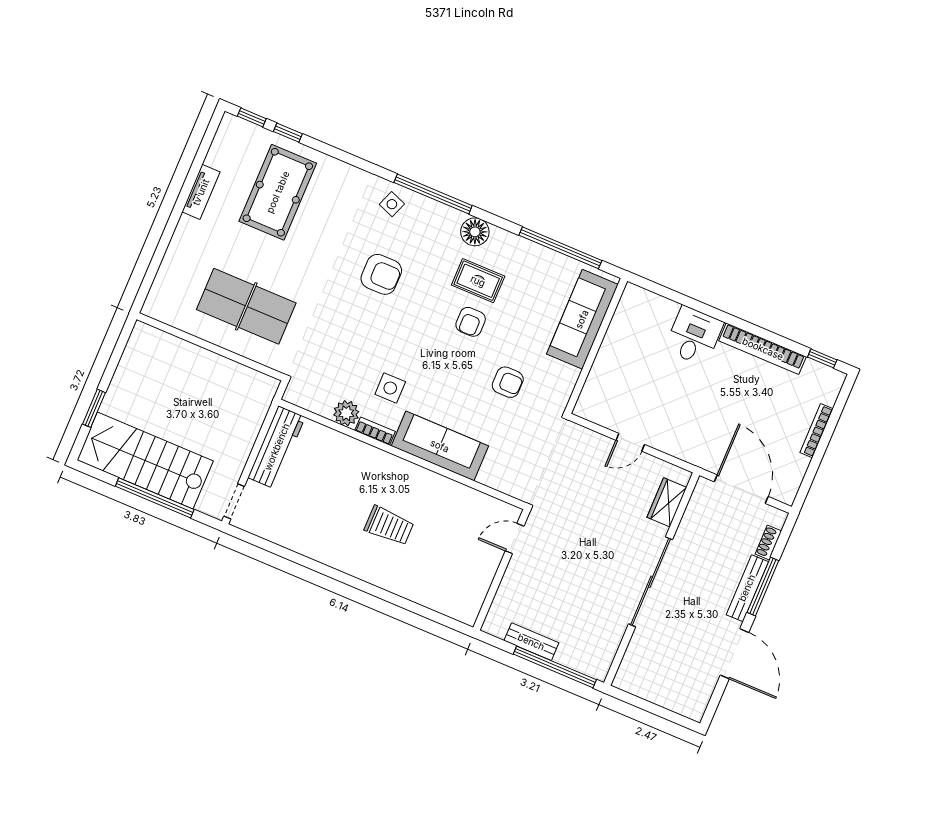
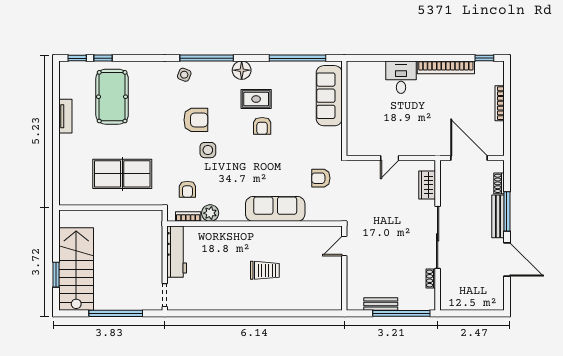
armchair: (329, 366) -> (187, 189), added
armchair: (508, 382) -> (321, 178), moved, turned 180
side table: (390, 388) -> (208, 150), moved
bookcase: (375, 431) -> (188, 217), moved
stairs: (145, 461) -> (76, 269), moved, turned 90
shoe rack: (617, 635) -> (431, 279), added

